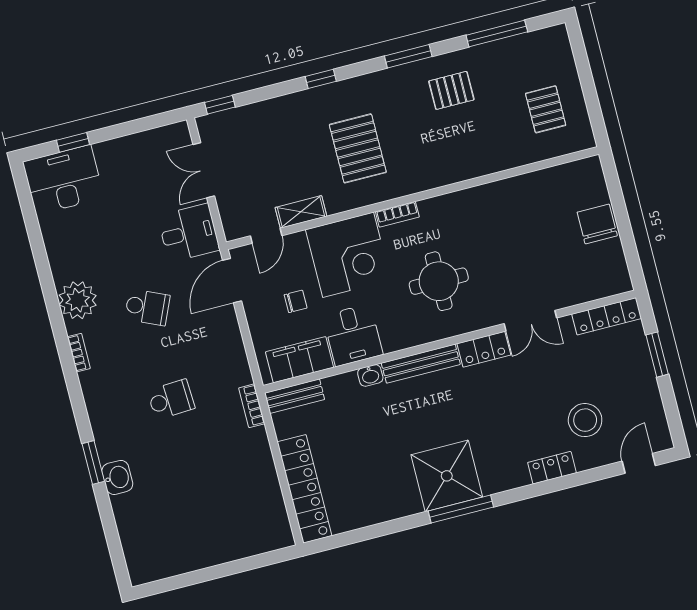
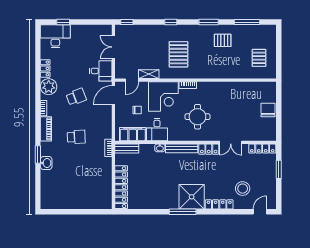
locker: (59, 260) -> (45, 68), added
school desk: (147, 307) -> (76, 97), turned -45
piano: (97, 399) -> (46, 129), added
locker: (552, 468) -> (219, 204), width x1.53
shower: (447, 476) -> (192, 197), moved

